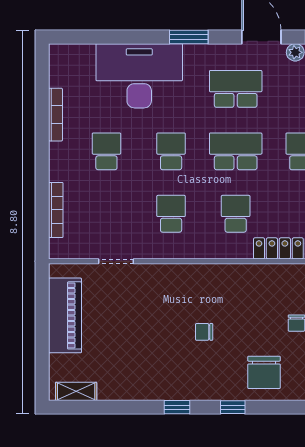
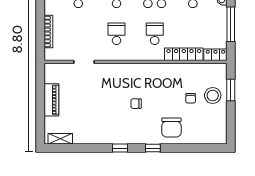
piano: (65, 315) -> (51, 100), width x0.73, depth x0.75

